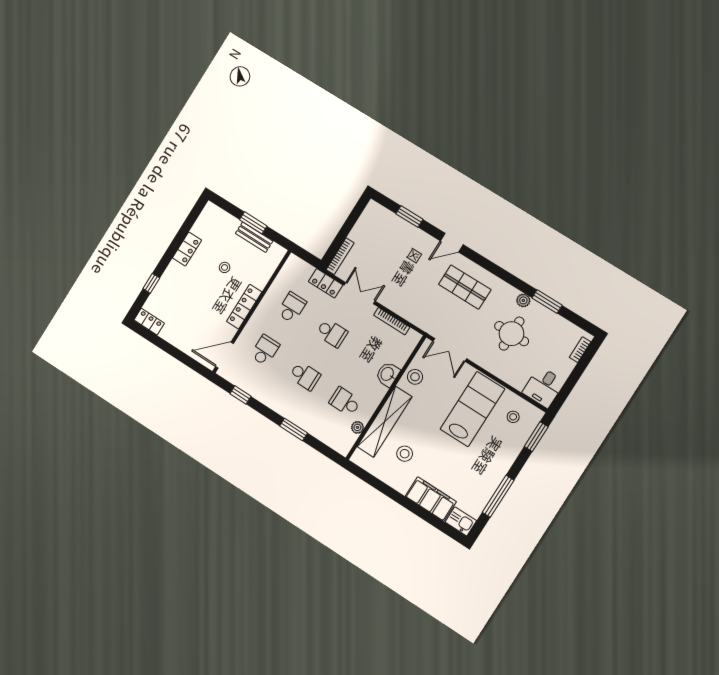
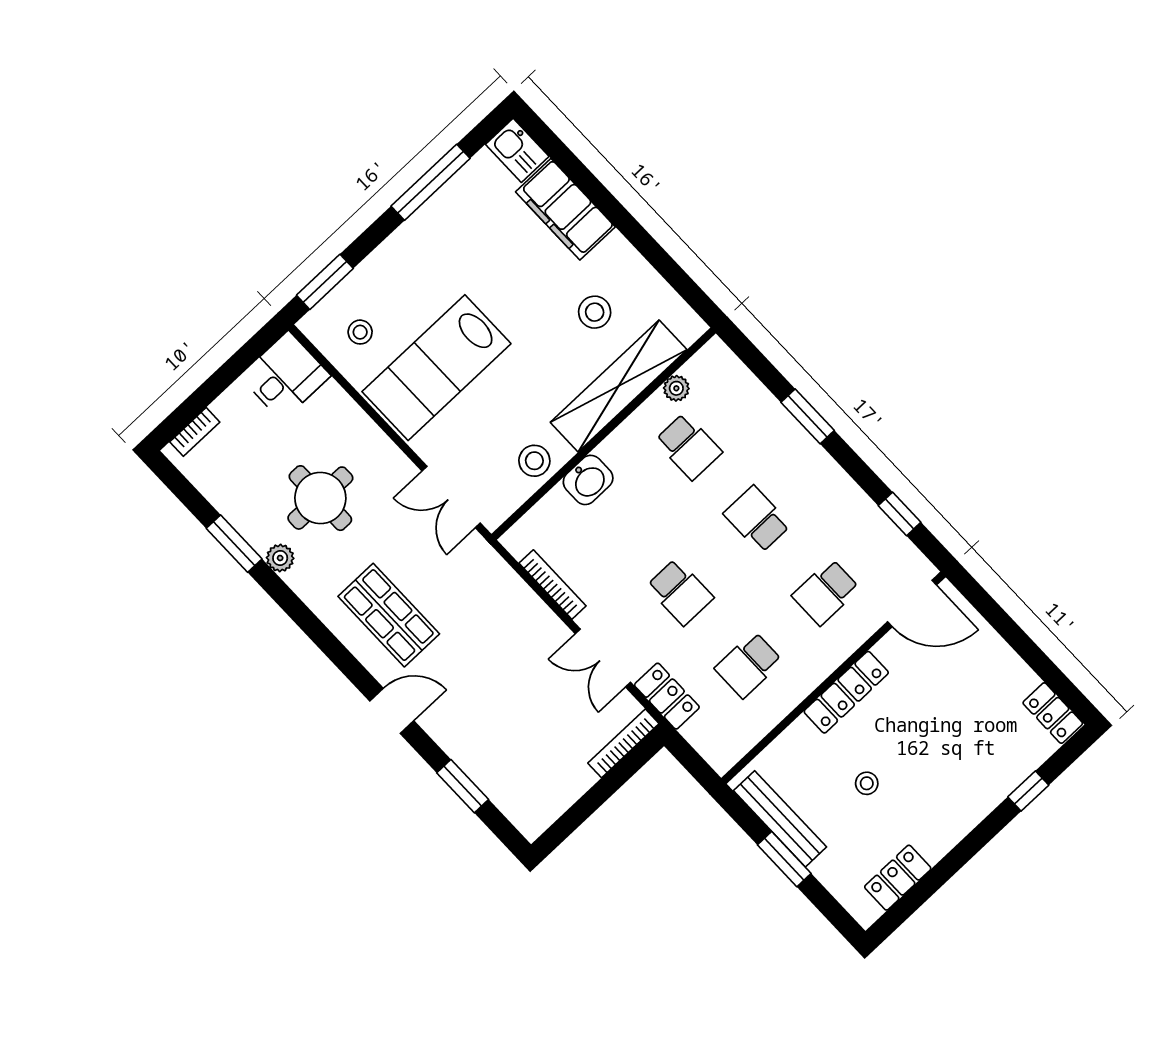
bench: (254, 237) -> (780, 819), width x1.36
locker: (187, 249) -> (898, 878), moved
school desk: (332, 333) -> (680, 592), turned 180
double door: (450, 350) -> (451, 497), swing flipped

